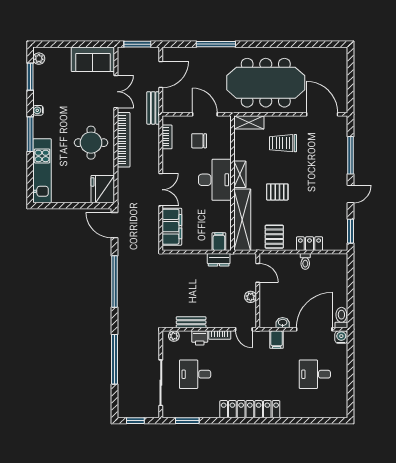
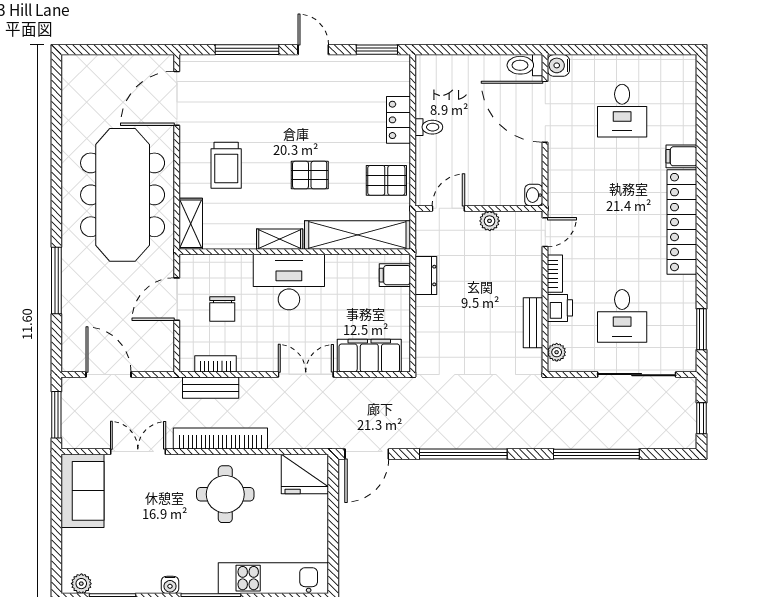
bench: (153, 108) -> (211, 388), moved
pallet: (277, 192) -> (310, 175), turned 90
washbasin: (283, 323) -> (534, 195), moved
filing cabinet: (277, 340) -> (681, 156), moved, turned 180

